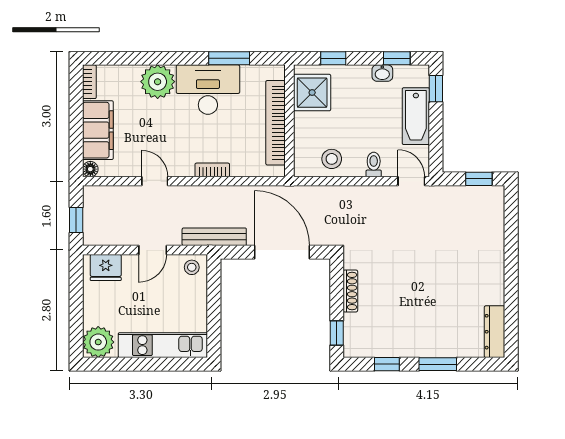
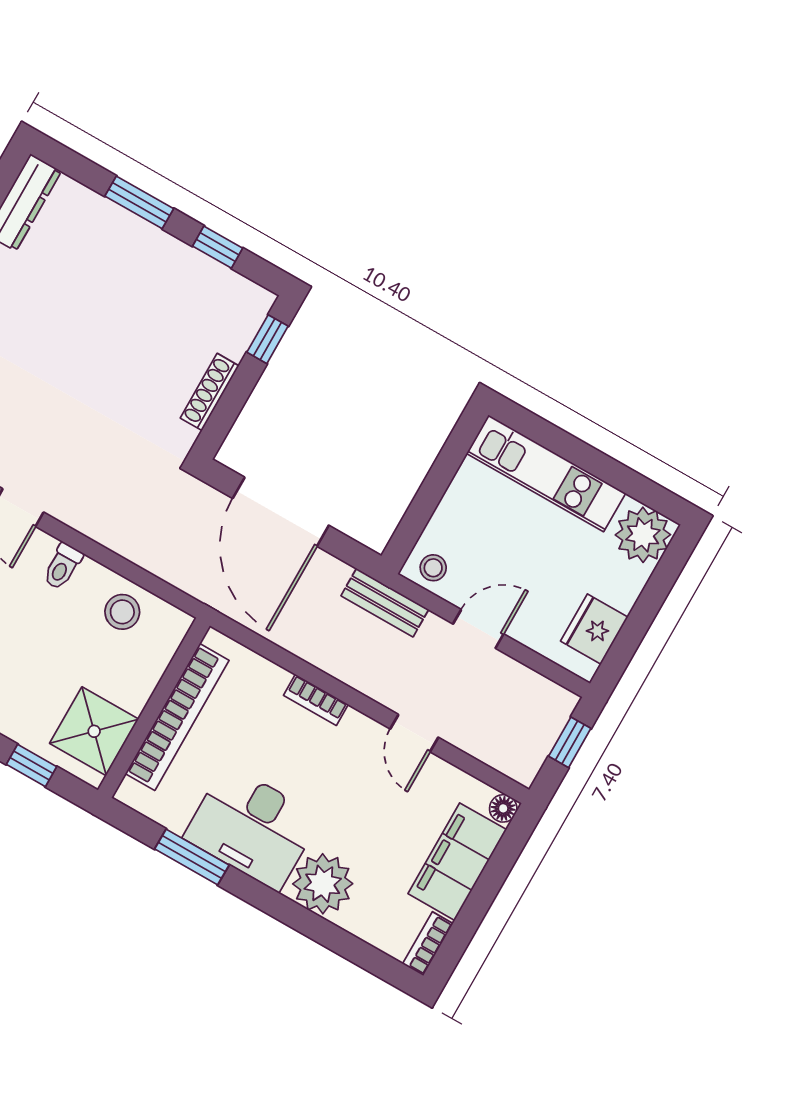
bench: (214, 237) -> (385, 603), width x0.73
fridge: (106, 268) -> (594, 629), moved, turned -90

